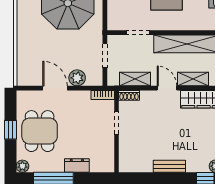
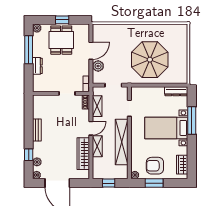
dining table: (40, 131) -> (61, 40), turned 90

